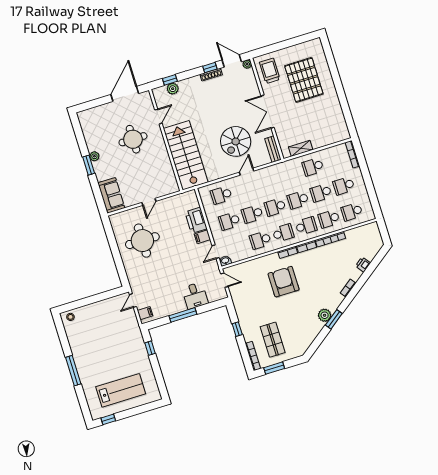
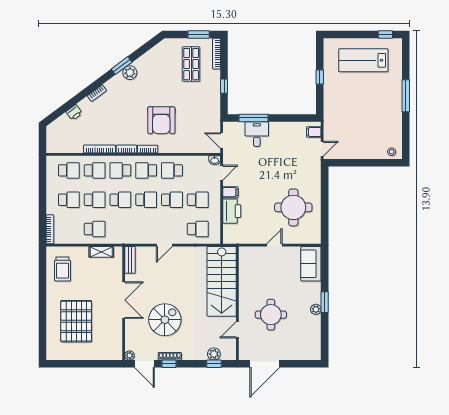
trolley: (270, 71) -> (63, 269), moved
spiral stairs: (236, 141) -> (165, 320), moved
school desk: (260, 240) -> (172, 170), turned 180
window: (183, 315) -> (254, 118), moved
window: (150, 348) -> (320, 77), moved

